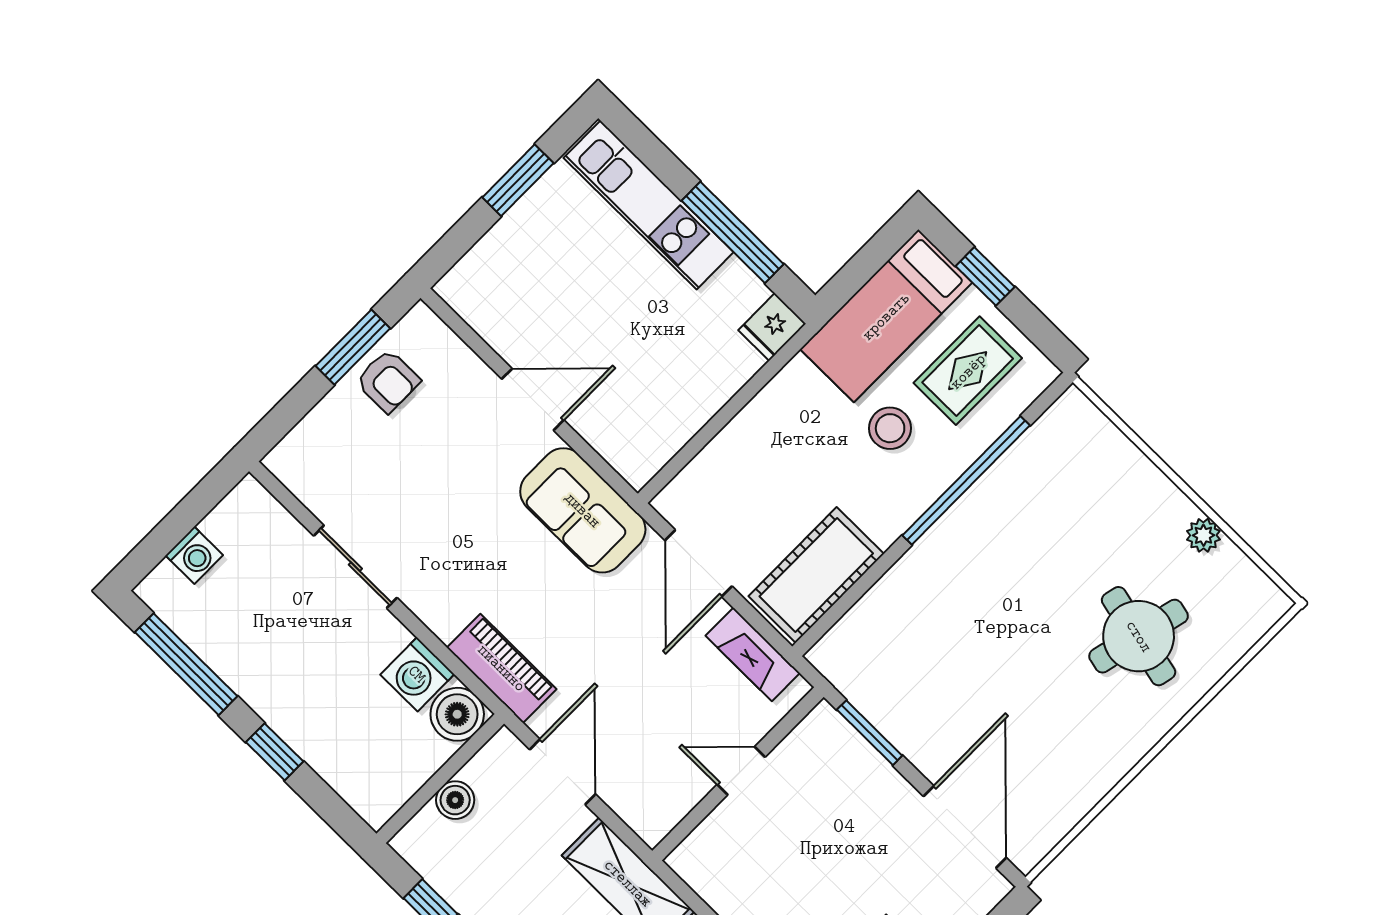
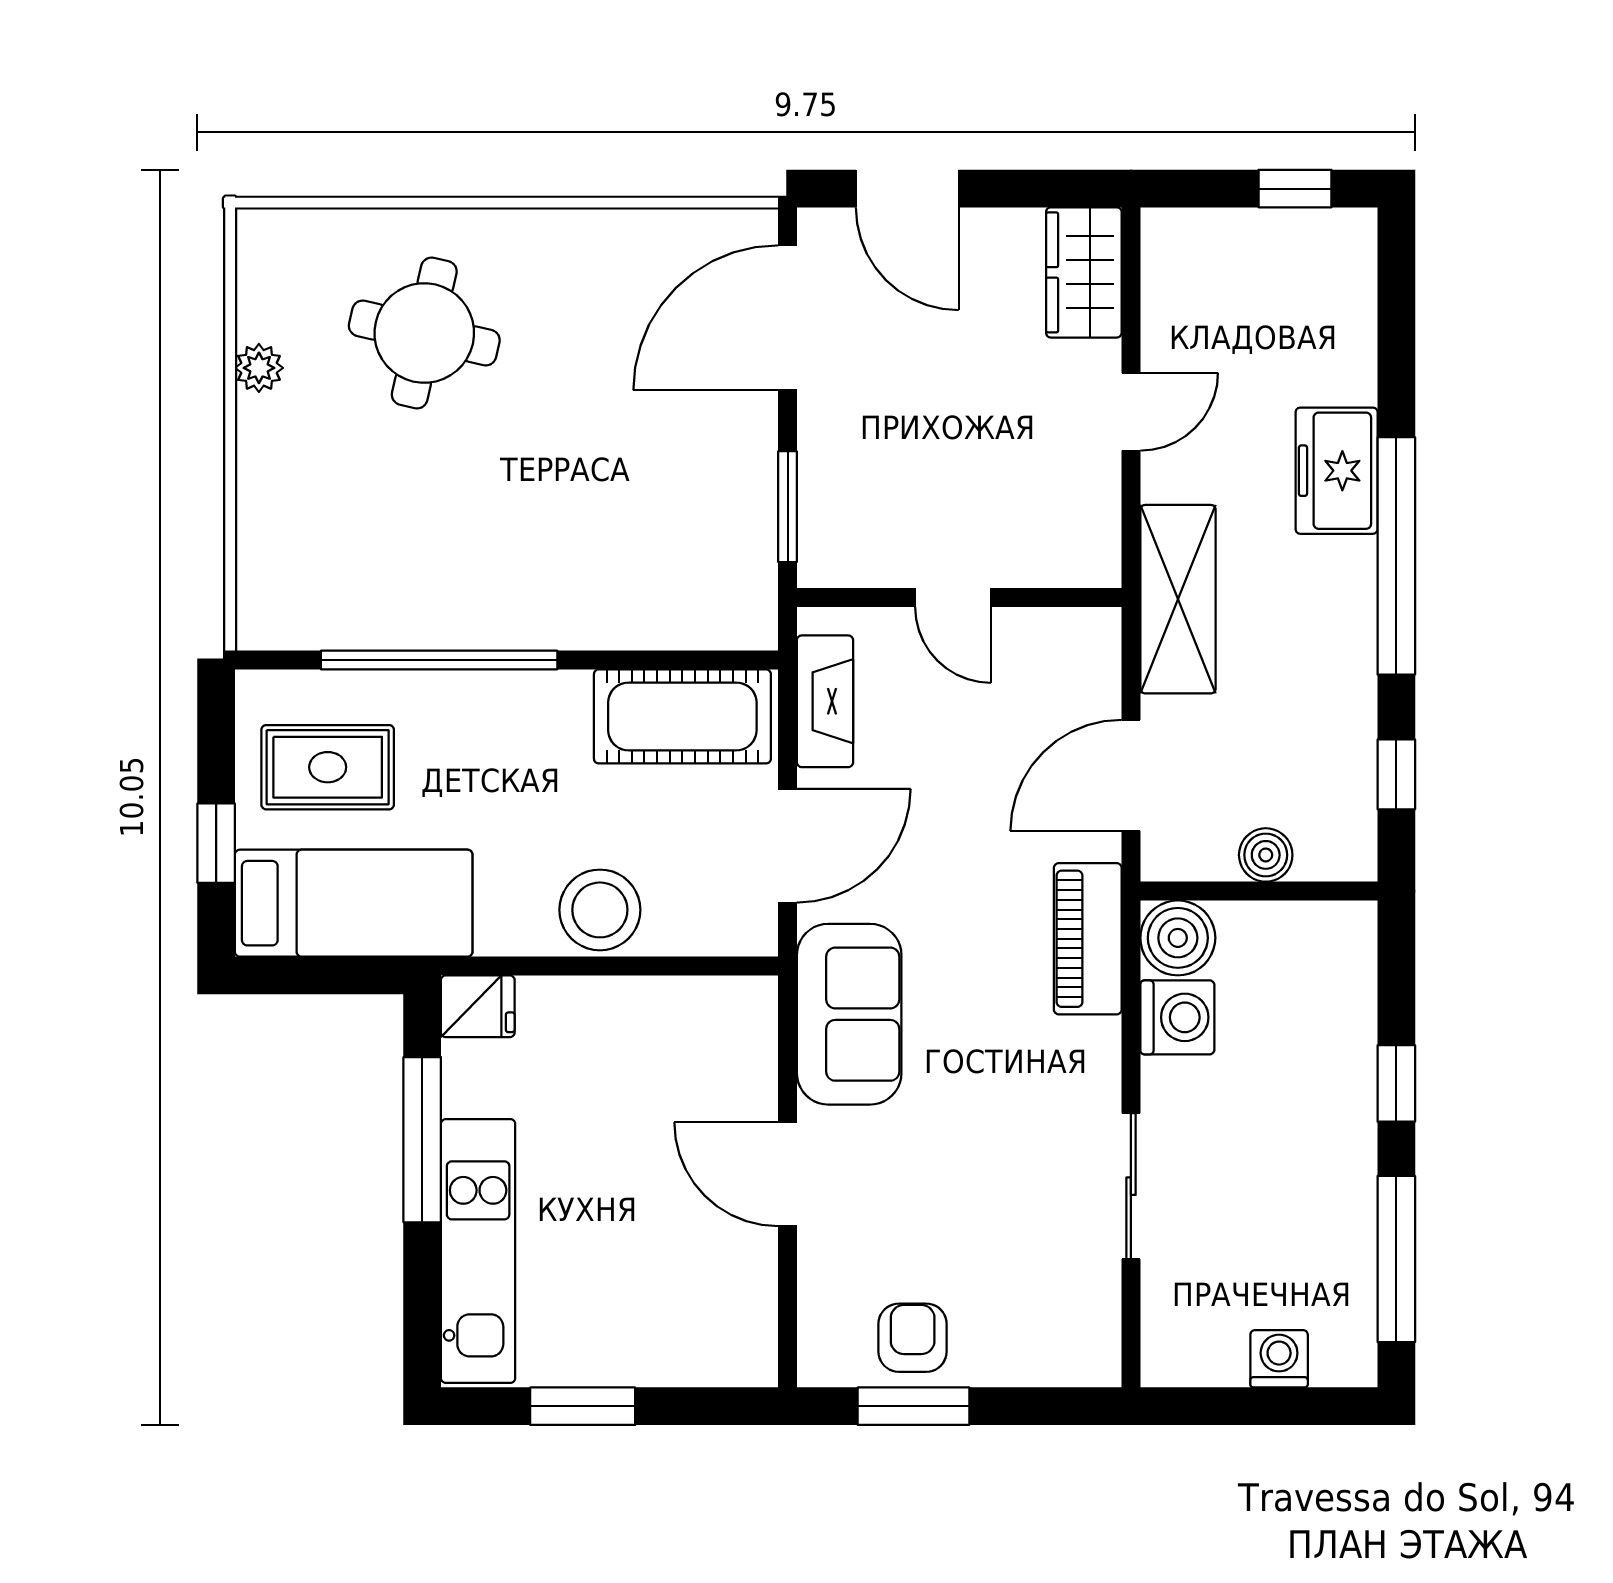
stool: (890, 428) -> (600, 910), moved, width x1.38, depth x1.38

